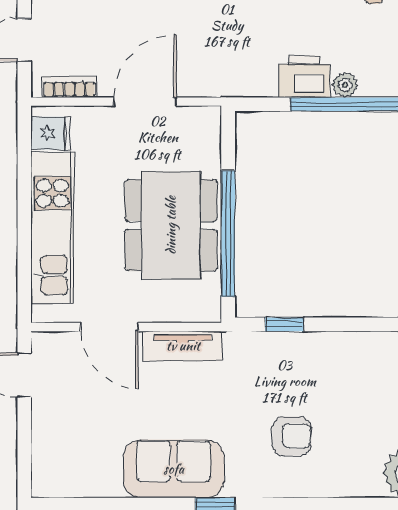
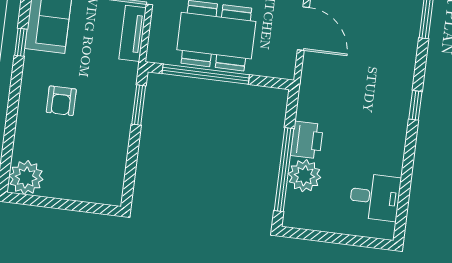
plant: (345, 85) -> (304, 176), width x1.87, depth x1.87
window: (284, 324) -> (139, 105), width x1.50

